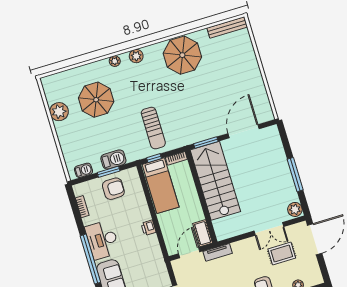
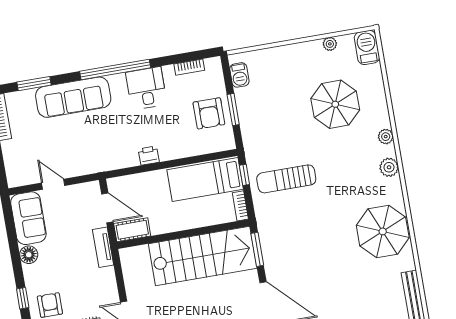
plant: (59, 112) -> (330, 44), width x0.53, depth x0.53
barbecue: (113, 160) -> (367, 47), moved, turned 180
desk: (102, 240) -> (146, 88), width x0.73

